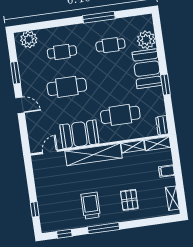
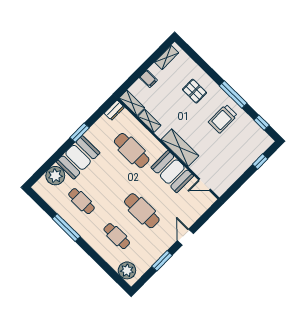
shelving: (94, 155) -> (180, 148), width x0.68
pallet: (129, 200) -> (195, 91), turned 90

